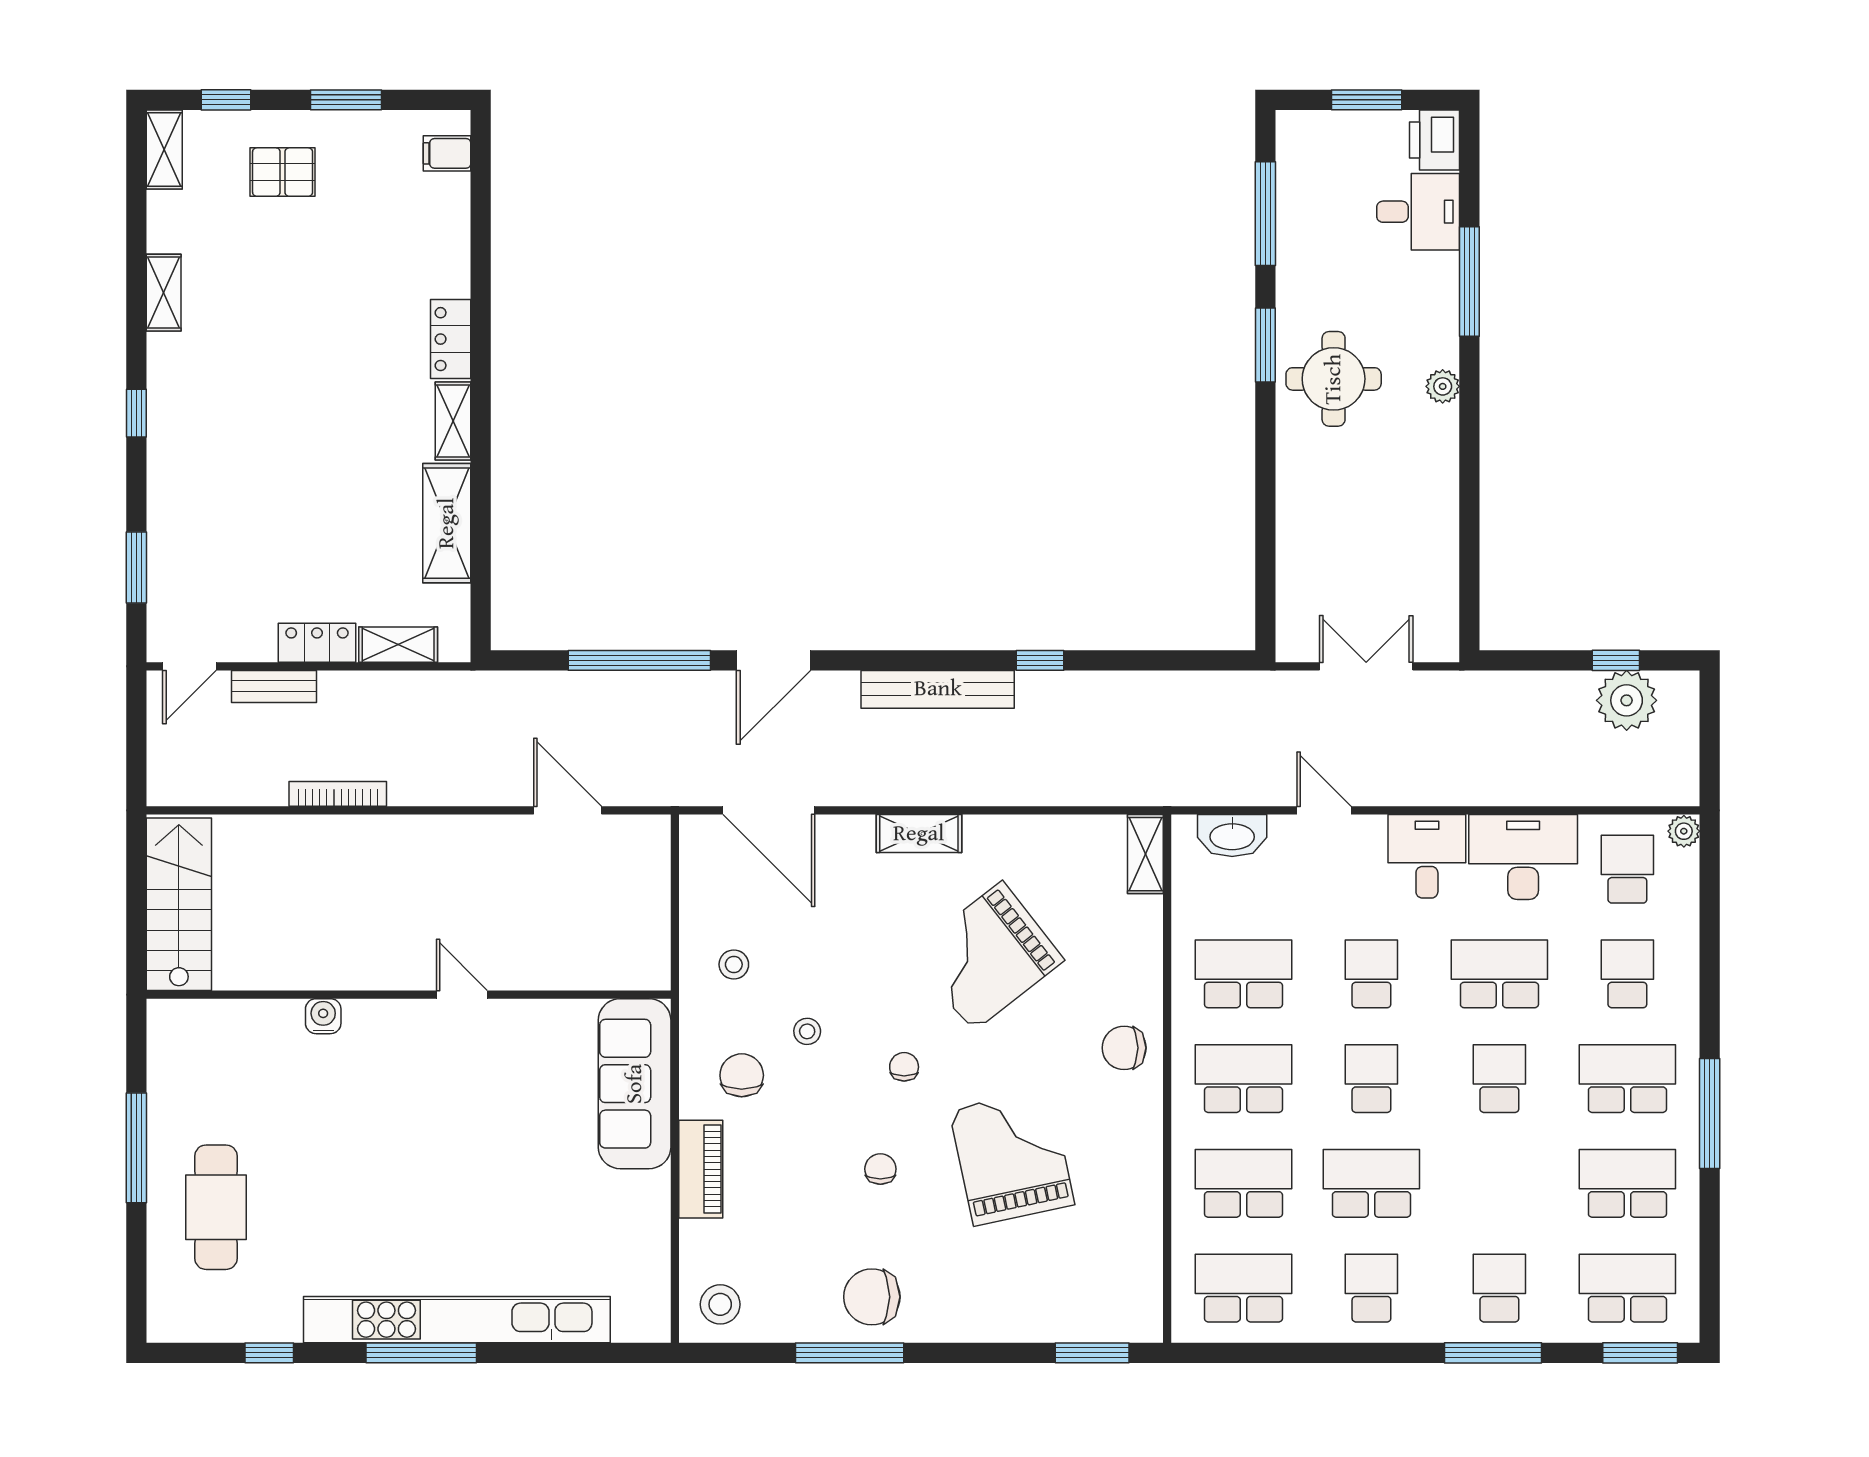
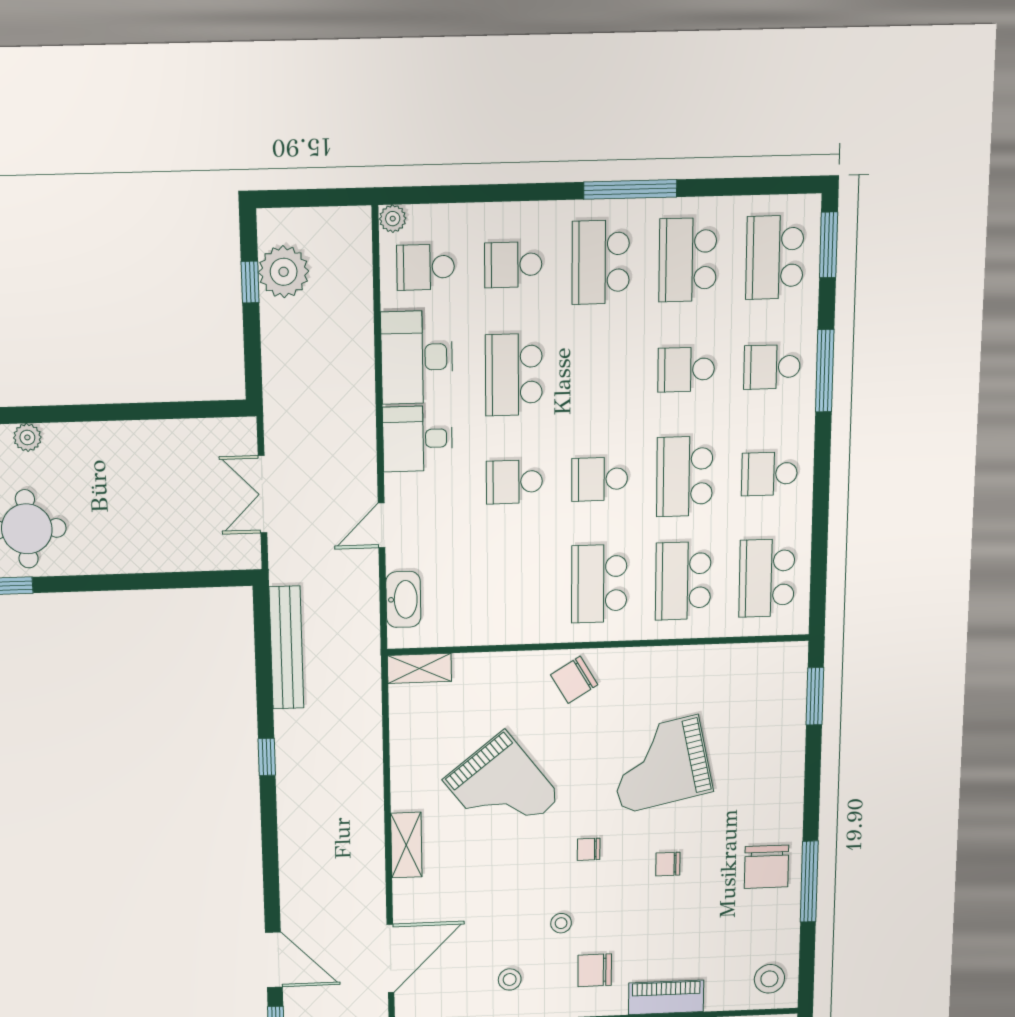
bench: (938, 689) -> (286, 648), moved
school desk: (1243, 974) -> (515, 587), removed
chair: (1124, 1048) -> (574, 680), turned 59
school desk: (1499, 1079) -> (686, 369), moved

